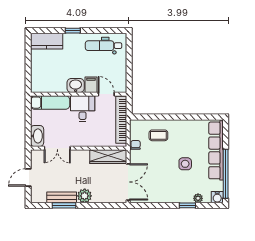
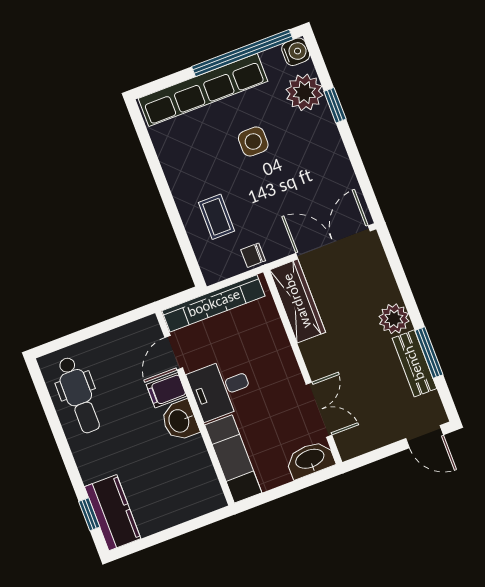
window: (73, 31) -> (89, 514), moved
door: (28, 177) -> (425, 437), moved
plant: (198, 198) -> (304, 92), width x1.88, depth x1.88

